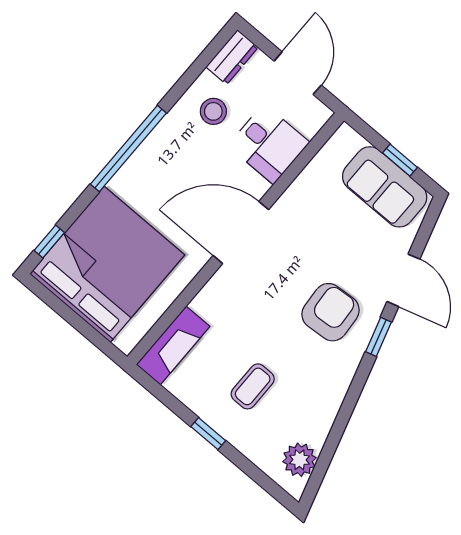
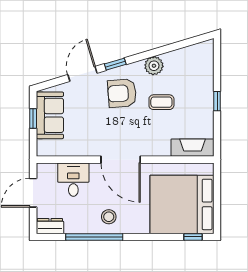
stool: (213, 111) -> (109, 217), moved
window: (128, 149) -> (94, 237), moved
coffee table: (253, 386) -> (161, 102), moved
plant: (299, 460) -> (154, 66), moved

